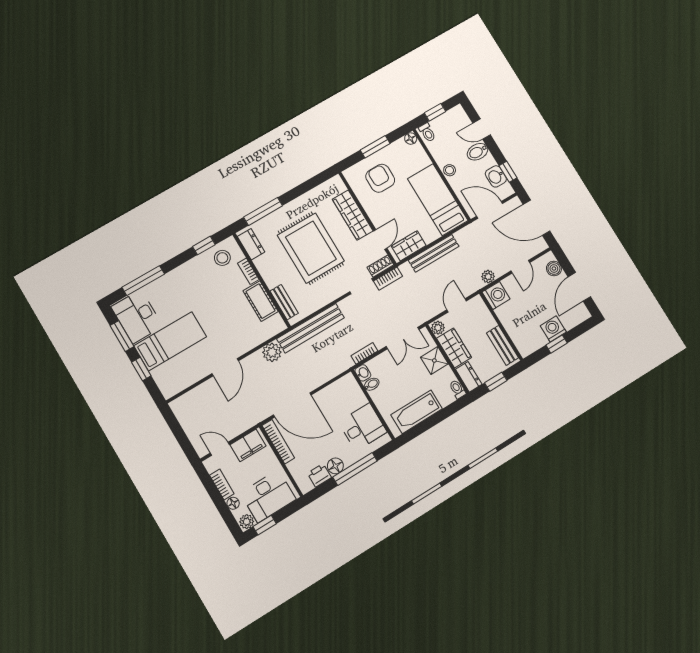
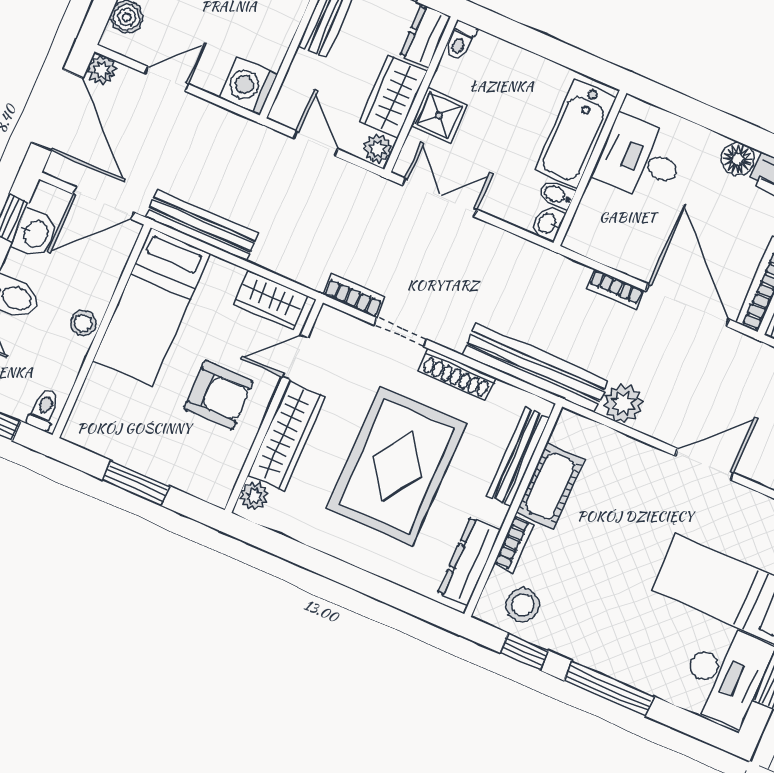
floor lamp: (411, 139) -> (76, 431), removed
armchair: (380, 178) -> (219, 395), moved, turned -90
plant: (339, 187) -> (254, 496), added
door: (490, 210) -> (103, 203), hinge flipped
window: (263, 211) -> (392, 594), removed
dresser: (251, 244) -> (469, 561), width x1.44
bench: (434, 253) -> (202, 225), moved
shoe rack: (380, 266) -> (457, 374), moved, width x1.43
plant: (488, 277) -> (102, 70), moved
window: (143, 281) -> (609, 689), moved
bench: (284, 302) -> (518, 457), width x1.36
door: (457, 305) -> (315, 144), swing flipped
bookcase: (364, 353) -> (615, 289), moved
bathtub: (417, 412) -> (576, 134), moved, turned 90
window: (355, 469) -> (720, 122), removed

